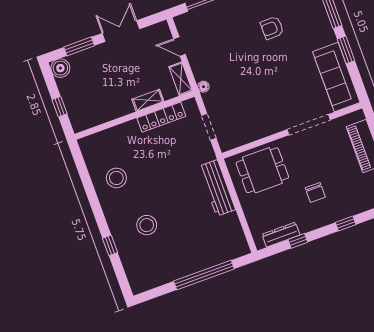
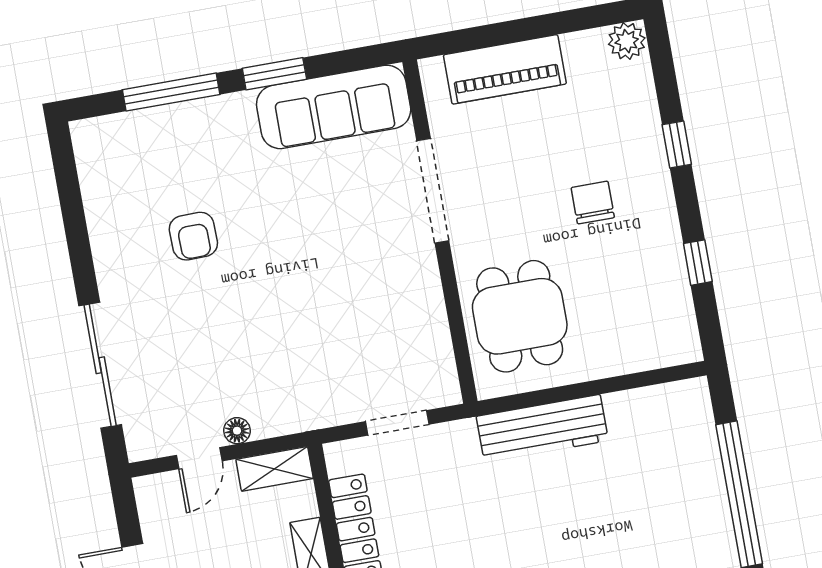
floor lamp: (203, 87) -> (237, 431), moved
chair: (315, 192) -> (593, 203), turned -90
dresser: (281, 235) -> (677, 299), removed

